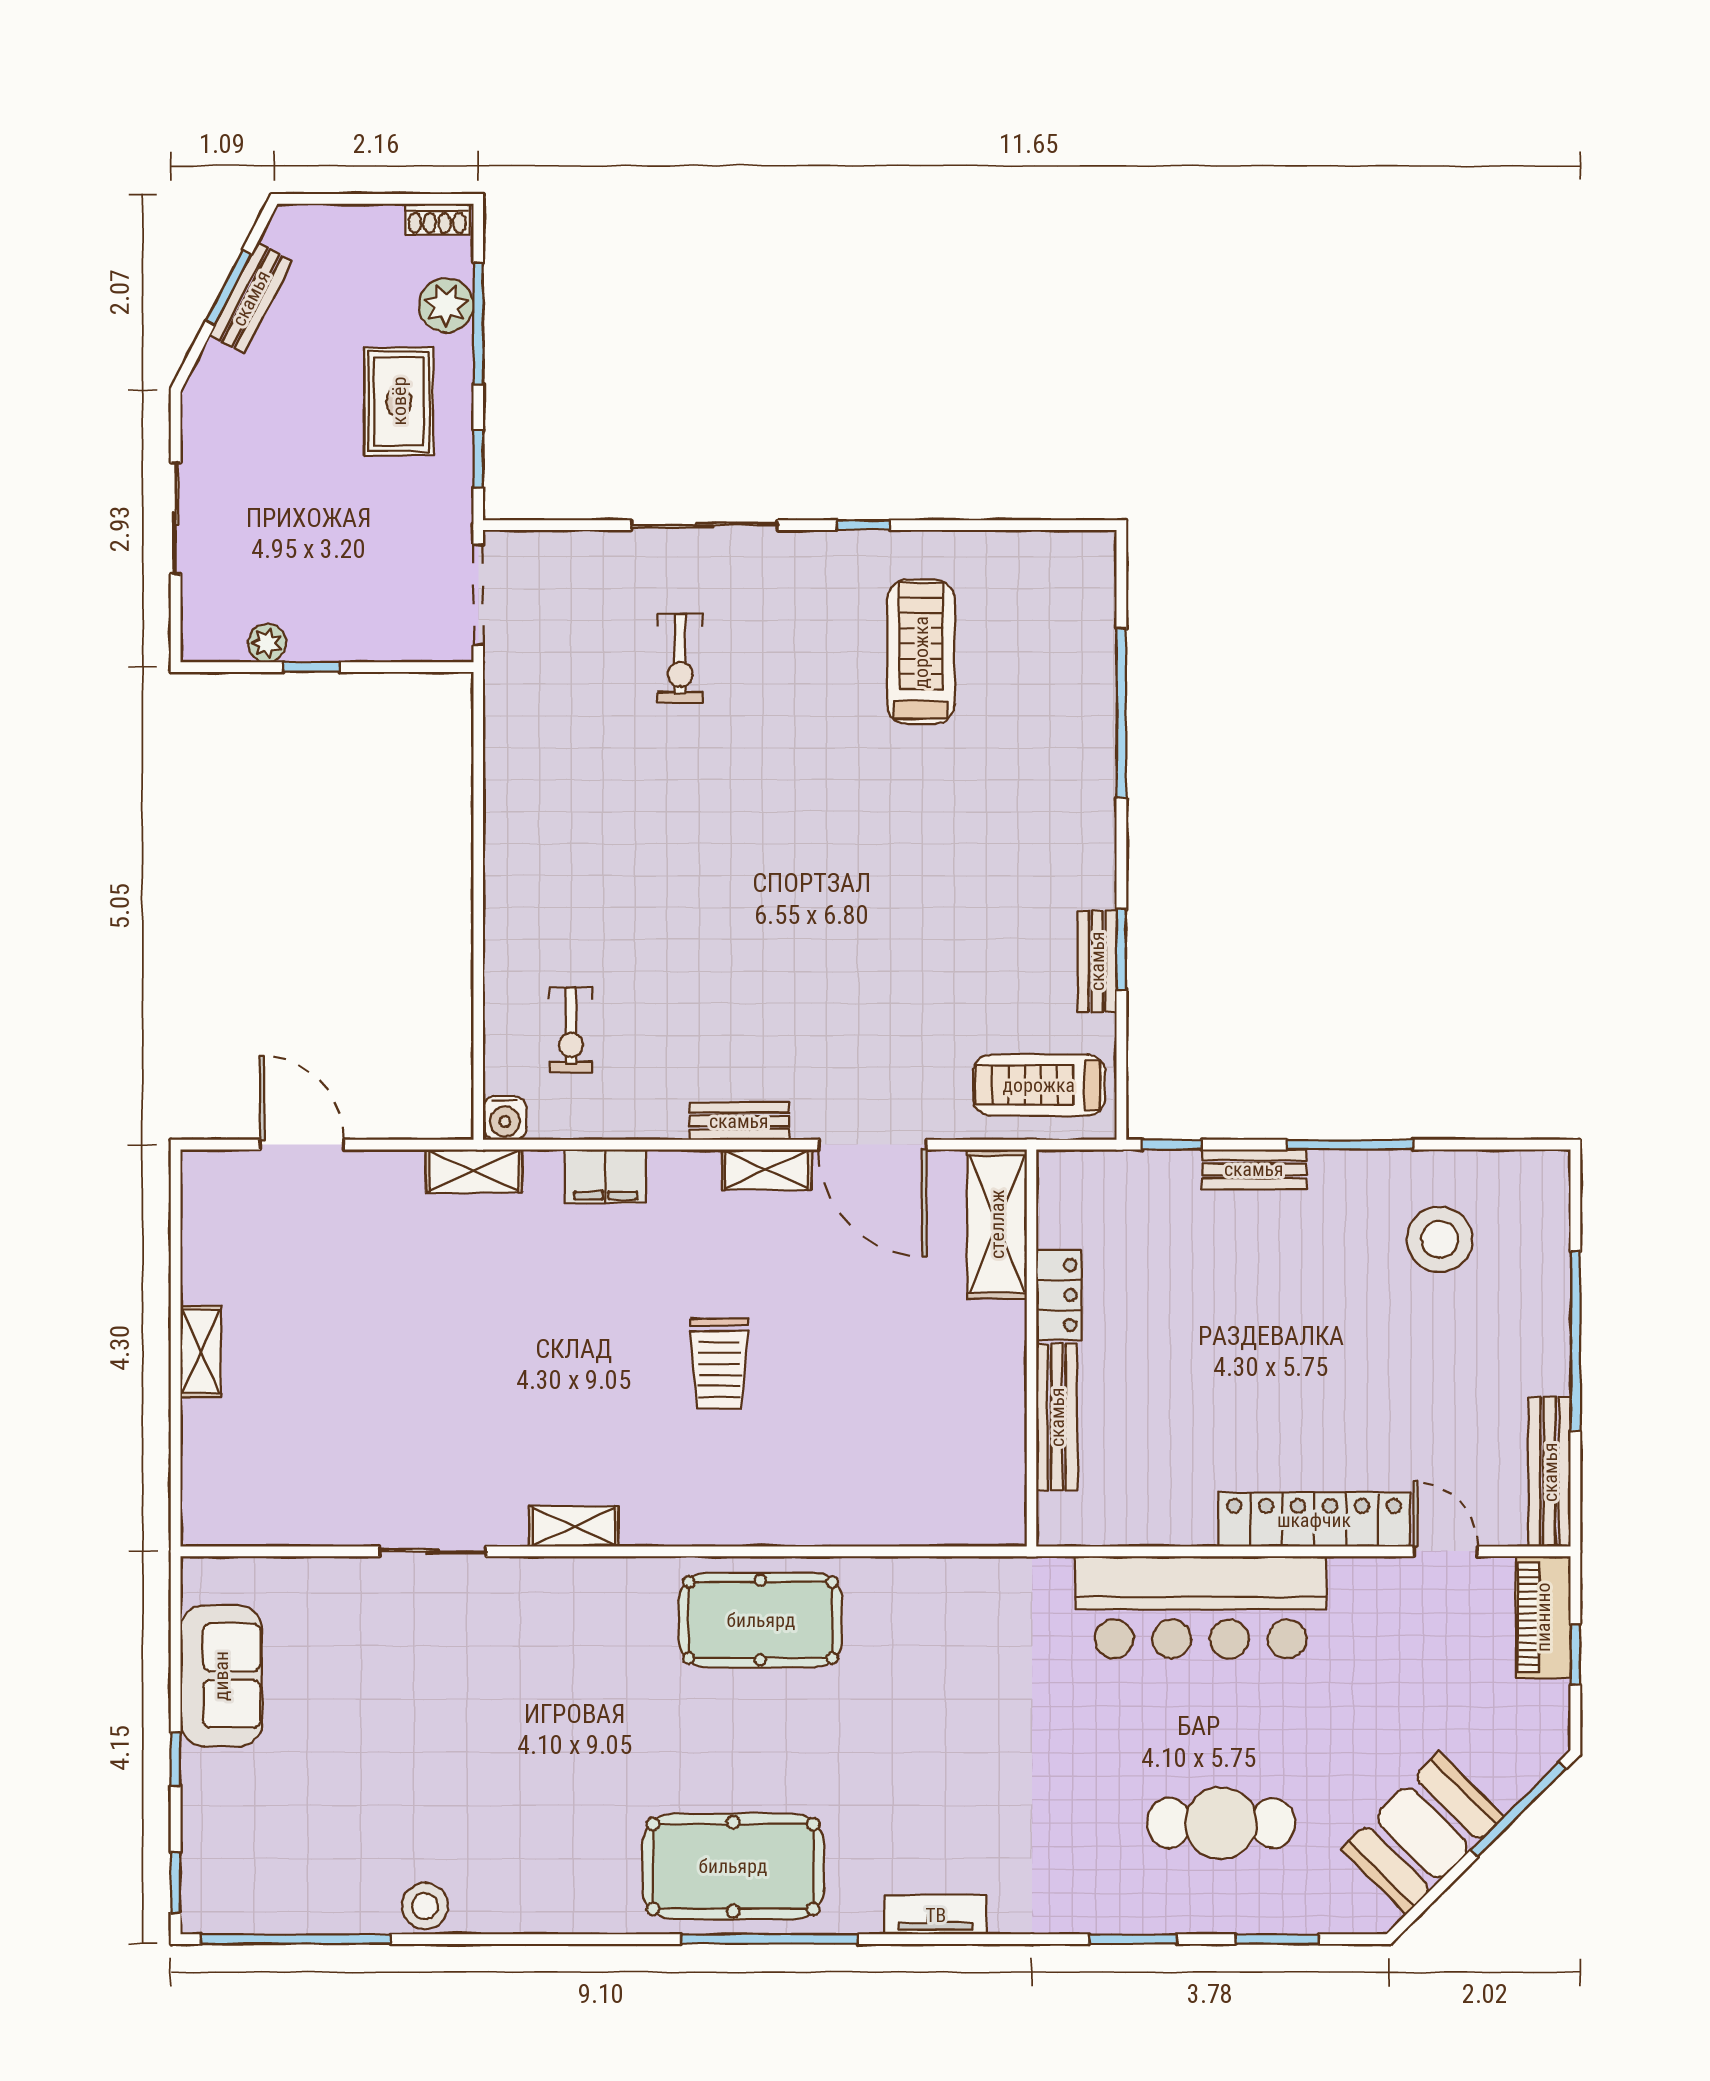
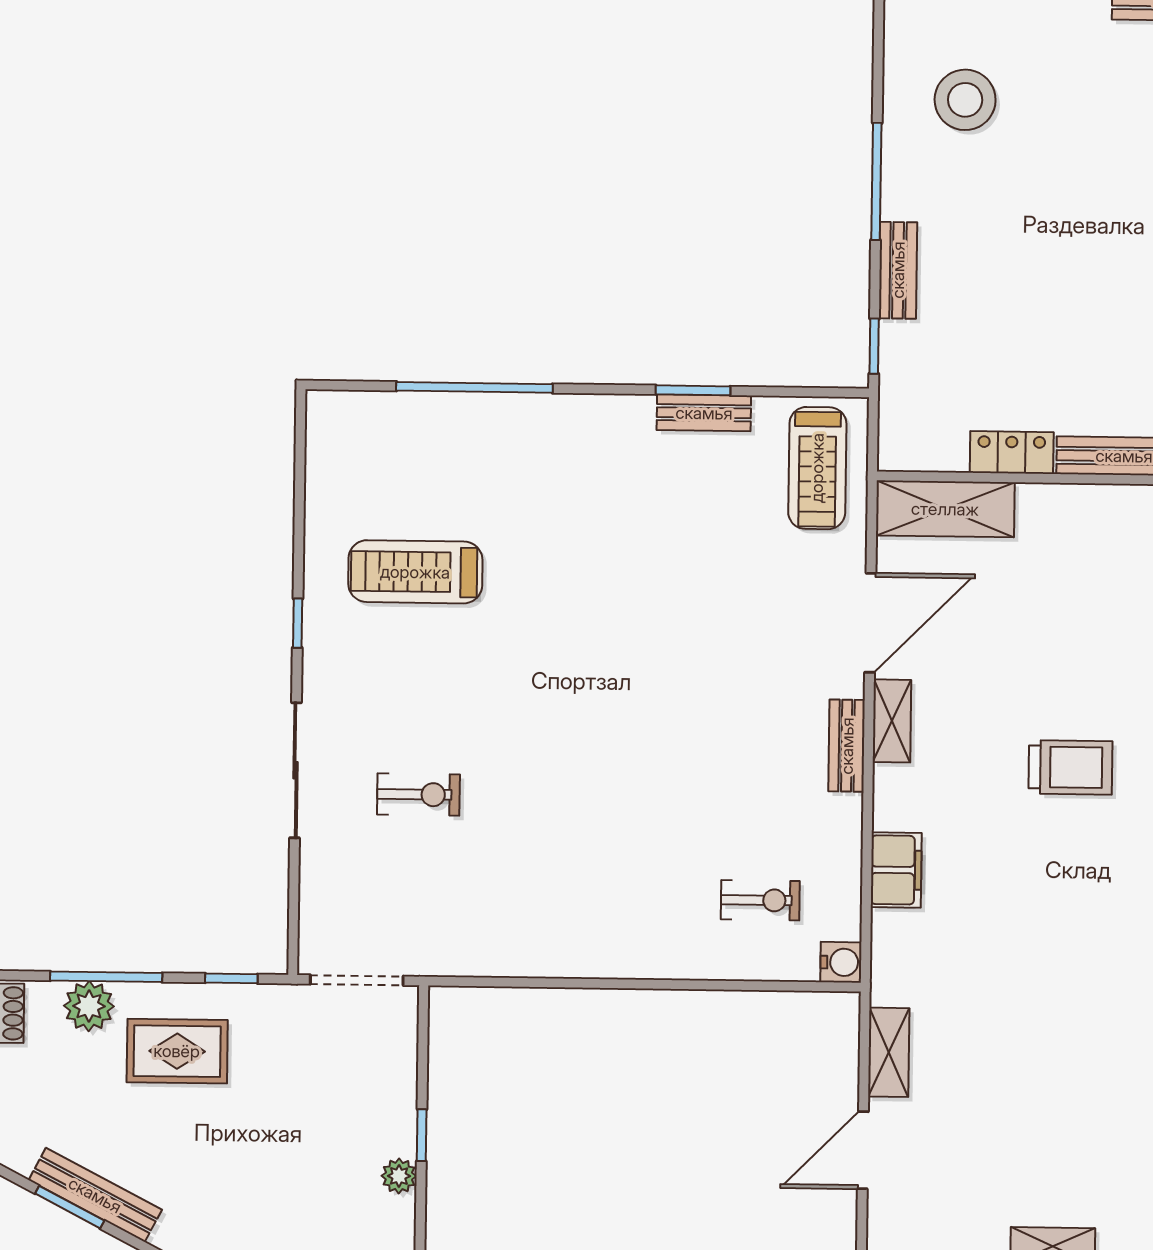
bench: (251, 298) -> (95, 1195), width x1.36
shelving: (474, 1171) -> (889, 1052), moved

